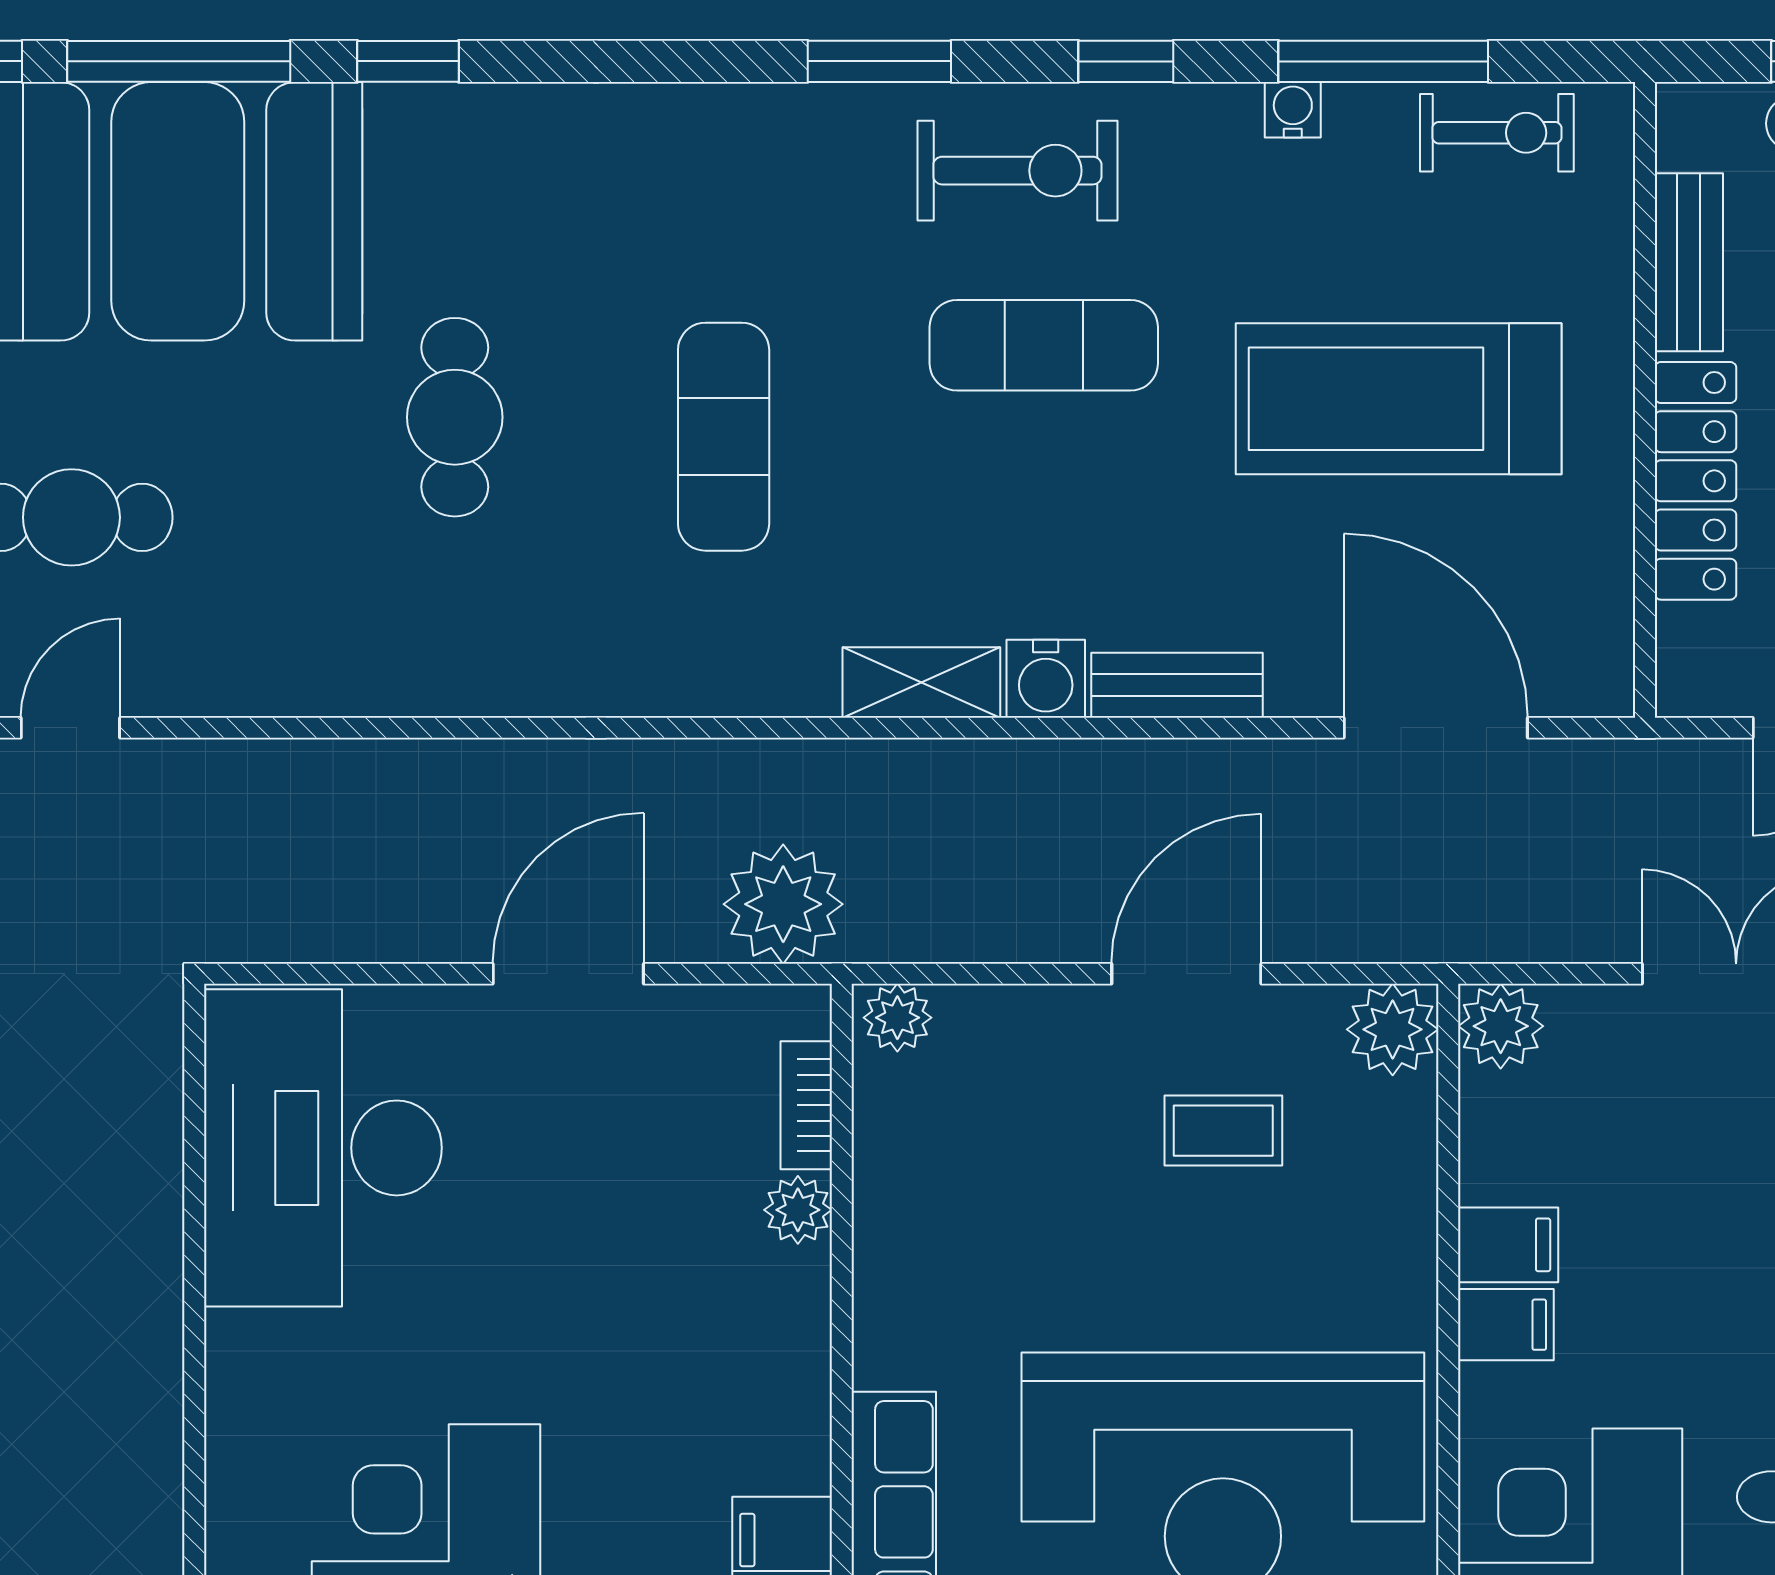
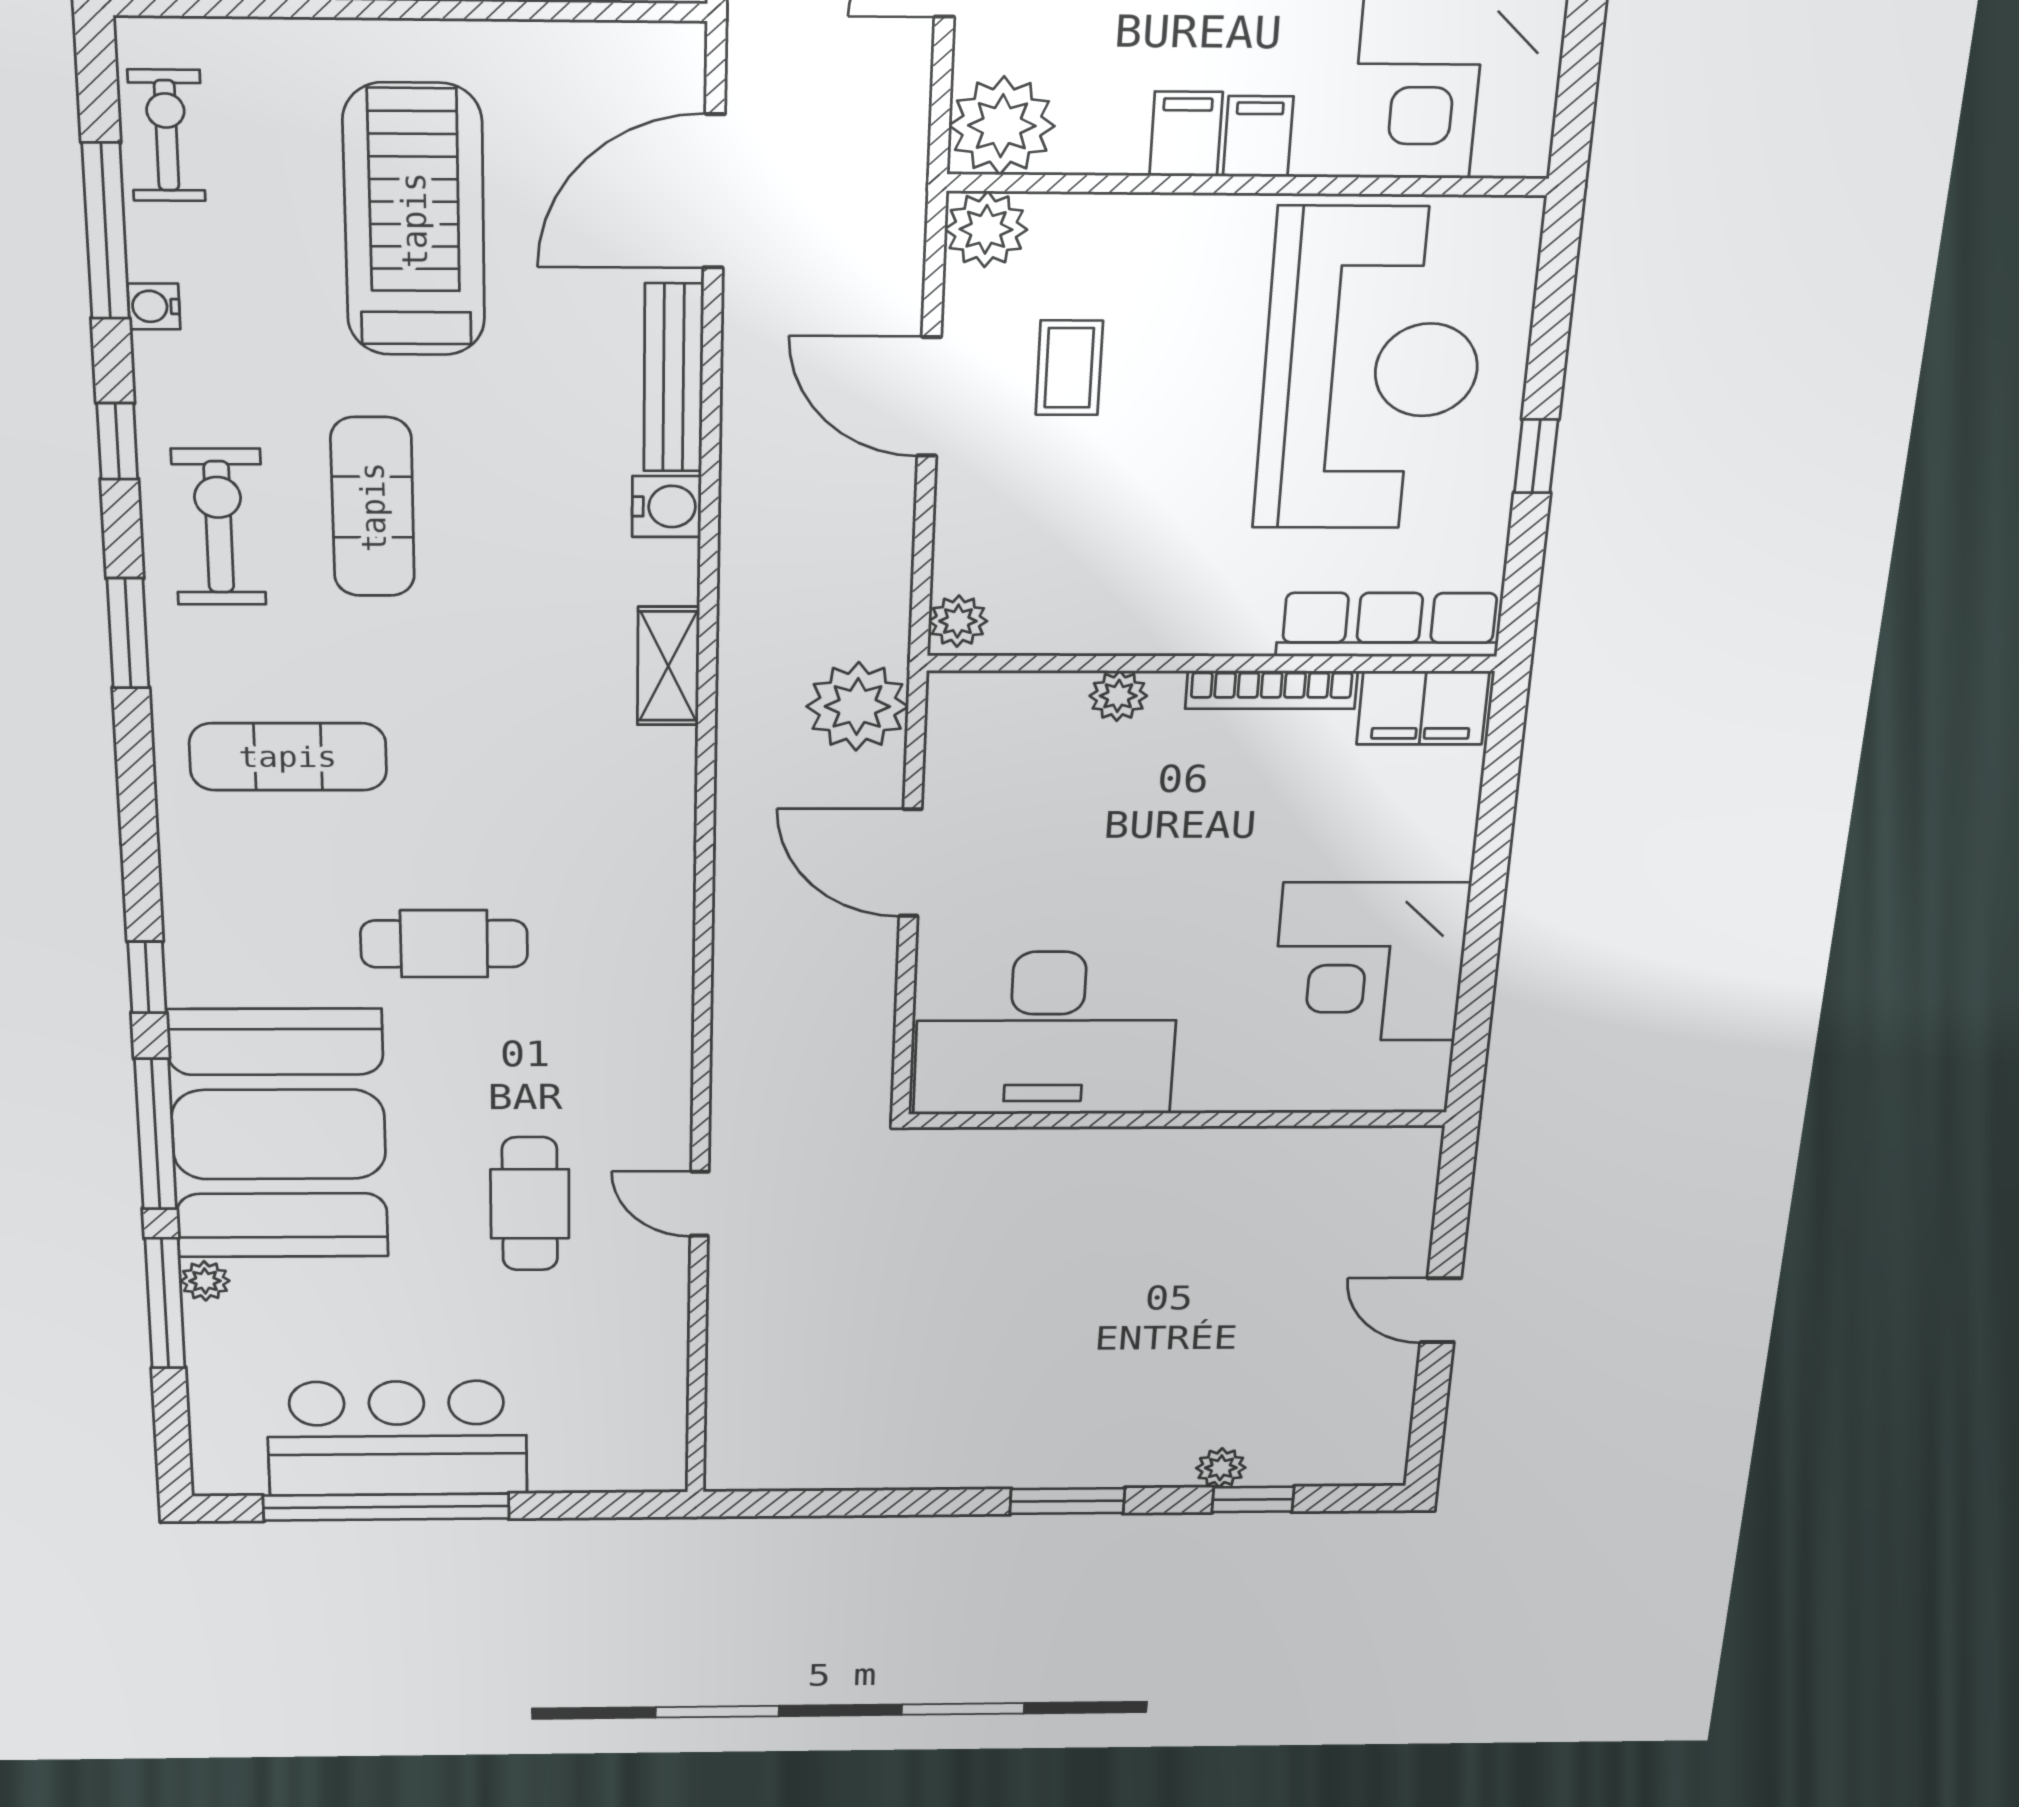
treadmill: (1399, 399) -> (414, 220), turned 180
exercise mat: (724, 437) -> (288, 757), moved
shelving: (921, 683) -> (668, 666), moved
bench: (1177, 685) -> (674, 378), width x1.36
plant: (1501, 1026) -> (1002, 126), width x1.36, depth x1.36
bookcase: (806, 1105) -> (1271, 690), moved, width x1.56

